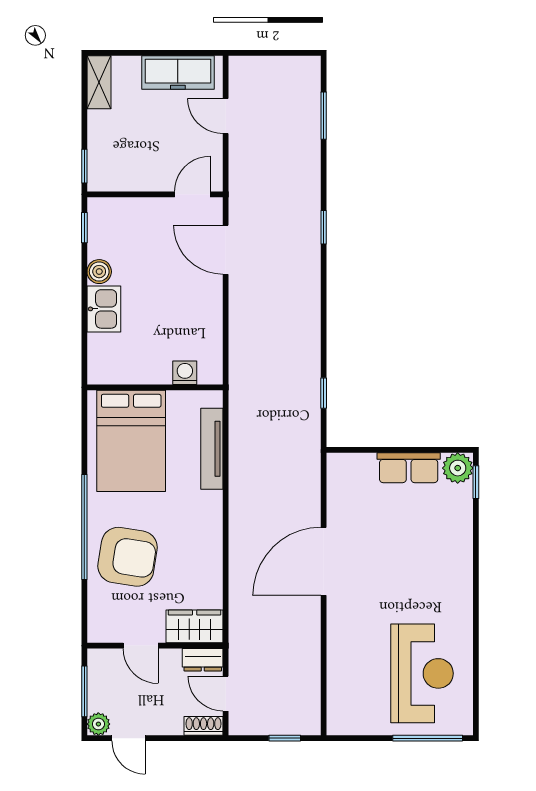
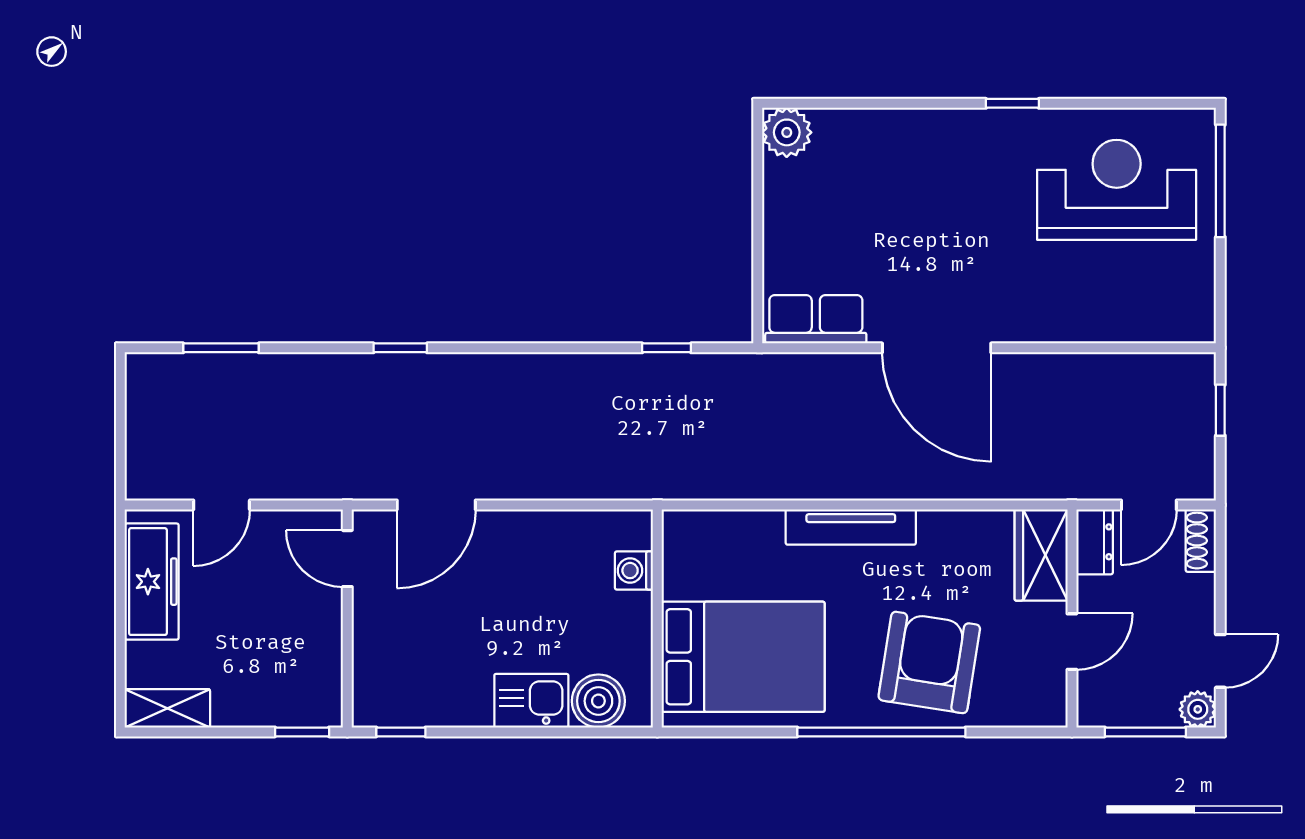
boiler: (99, 272) -> (598, 701), moved, width x1.36, depth x1.36
tv unit: (212, 449) -> (851, 527), moved
row of seats: (409, 468) -> (816, 319), moved, turned -90
window: (476, 482) -> (1012, 103), moved

